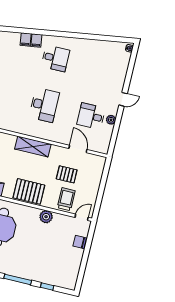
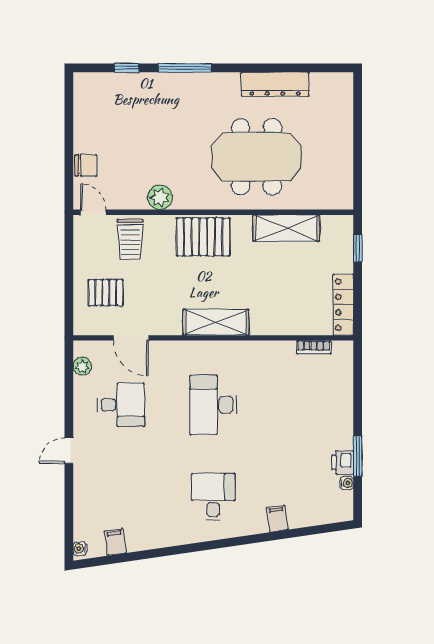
filing cabinet: (36, 40) -> (115, 542), moved
desk: (55, 58) -> (213, 497), turned 90
plant: (111, 120) -> (82, 366), moved
pallet: (67, 174) -> (106, 293), moved
door: (82, 217) -> (93, 212), swing flipped

